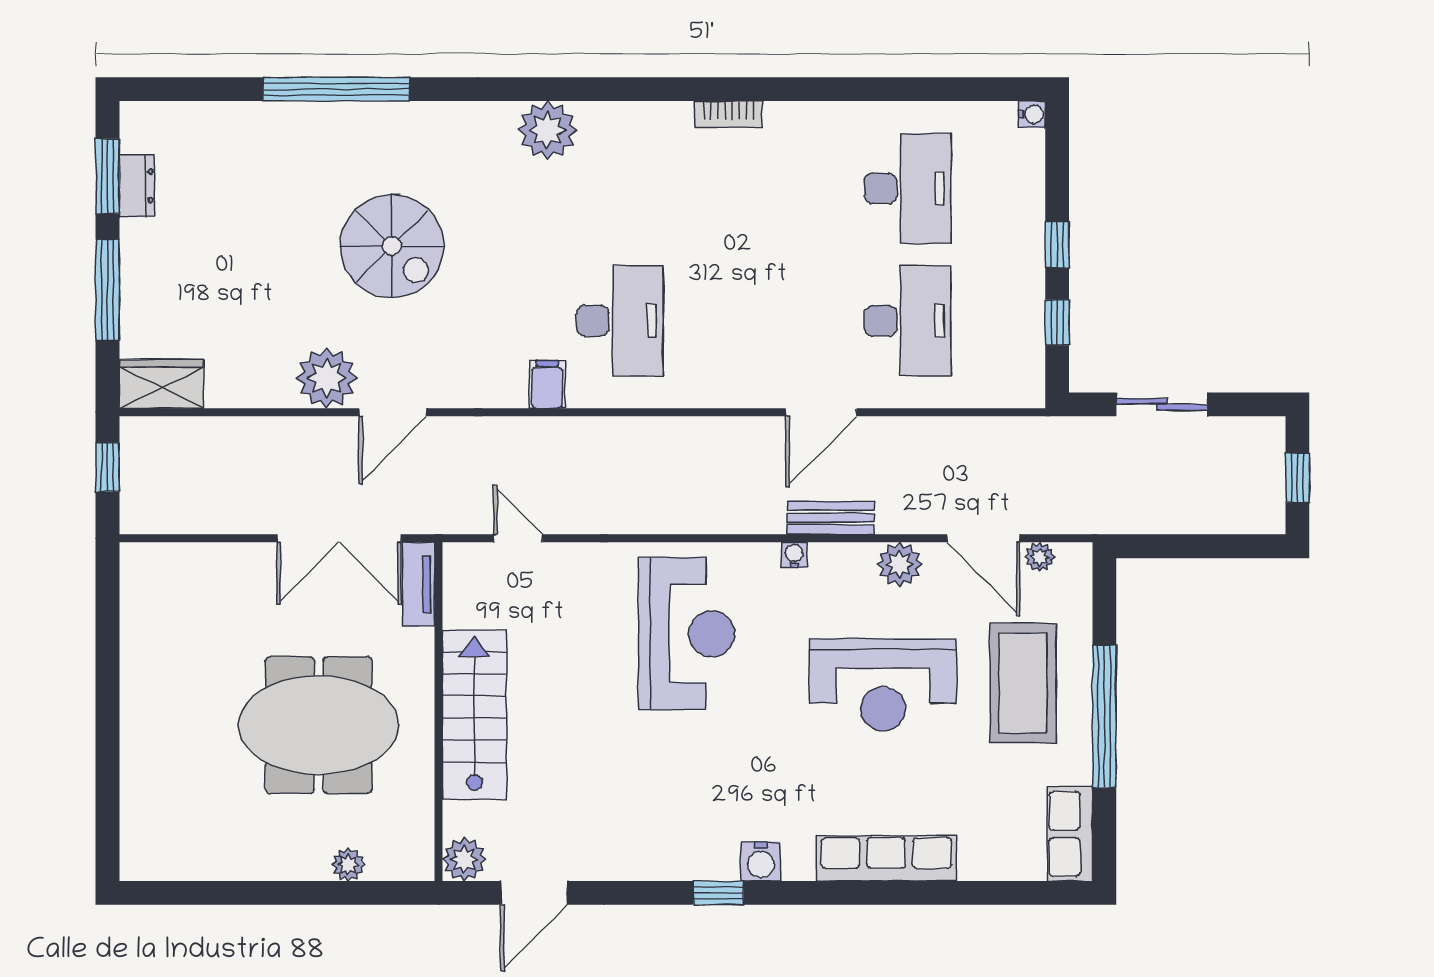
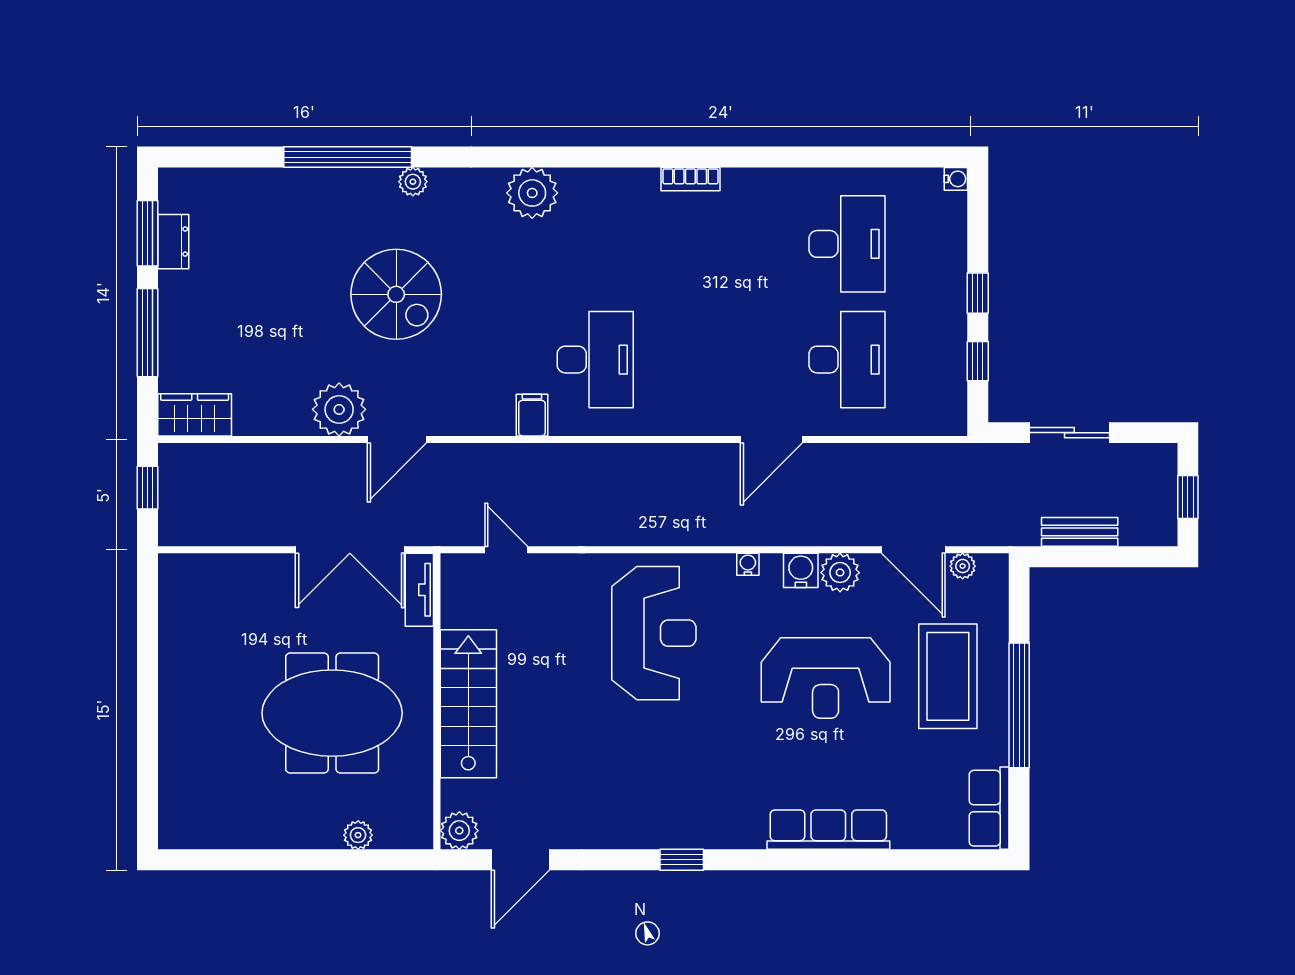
plant: (411, 117) -> (413, 182), added
bench: (831, 518) -> (1080, 532), moved
water cooler: (761, 861) -> (801, 570), moved, turned 180

